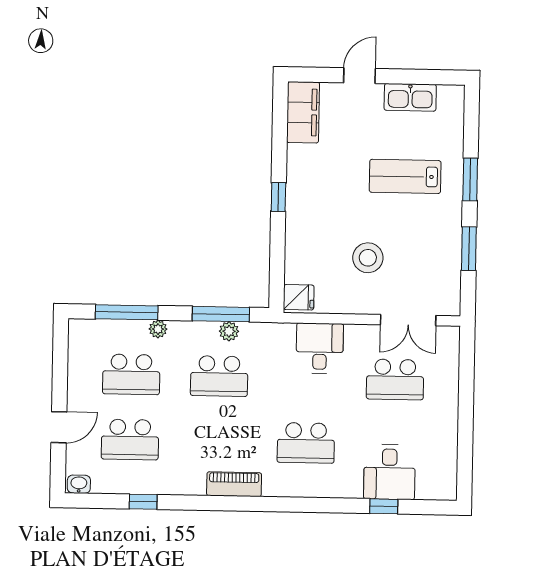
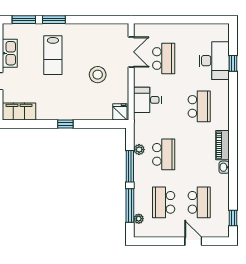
window: (469, 249) -> (24, 20), moved
window: (221, 314) -> (130, 166), moved
plant: (158, 329) -> (139, 219), moved
school desk: (131, 374) -> (164, 202), turned 180
desk: (389, 472) -> (214, 61), width x1.37
washbasin: (79, 484) -> (224, 167), moved
window: (143, 502) -> (233, 218), moved

